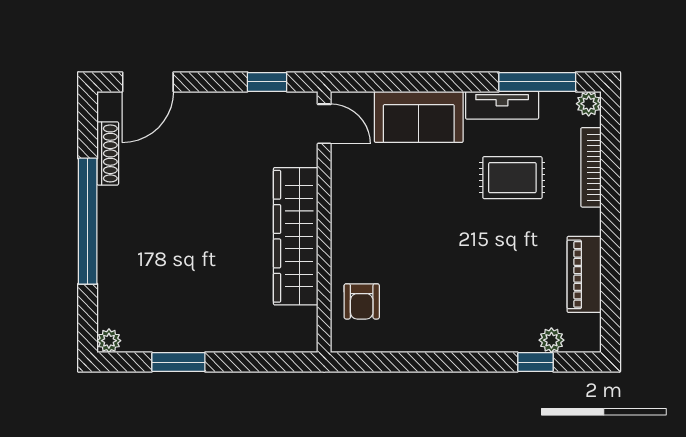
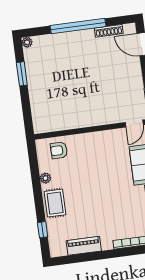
rug: (512, 178) -> (55, 203), moved
wardrobe: (296, 236) -> (84, 118), removed
plant: (551, 340) -> (45, 178), moved

